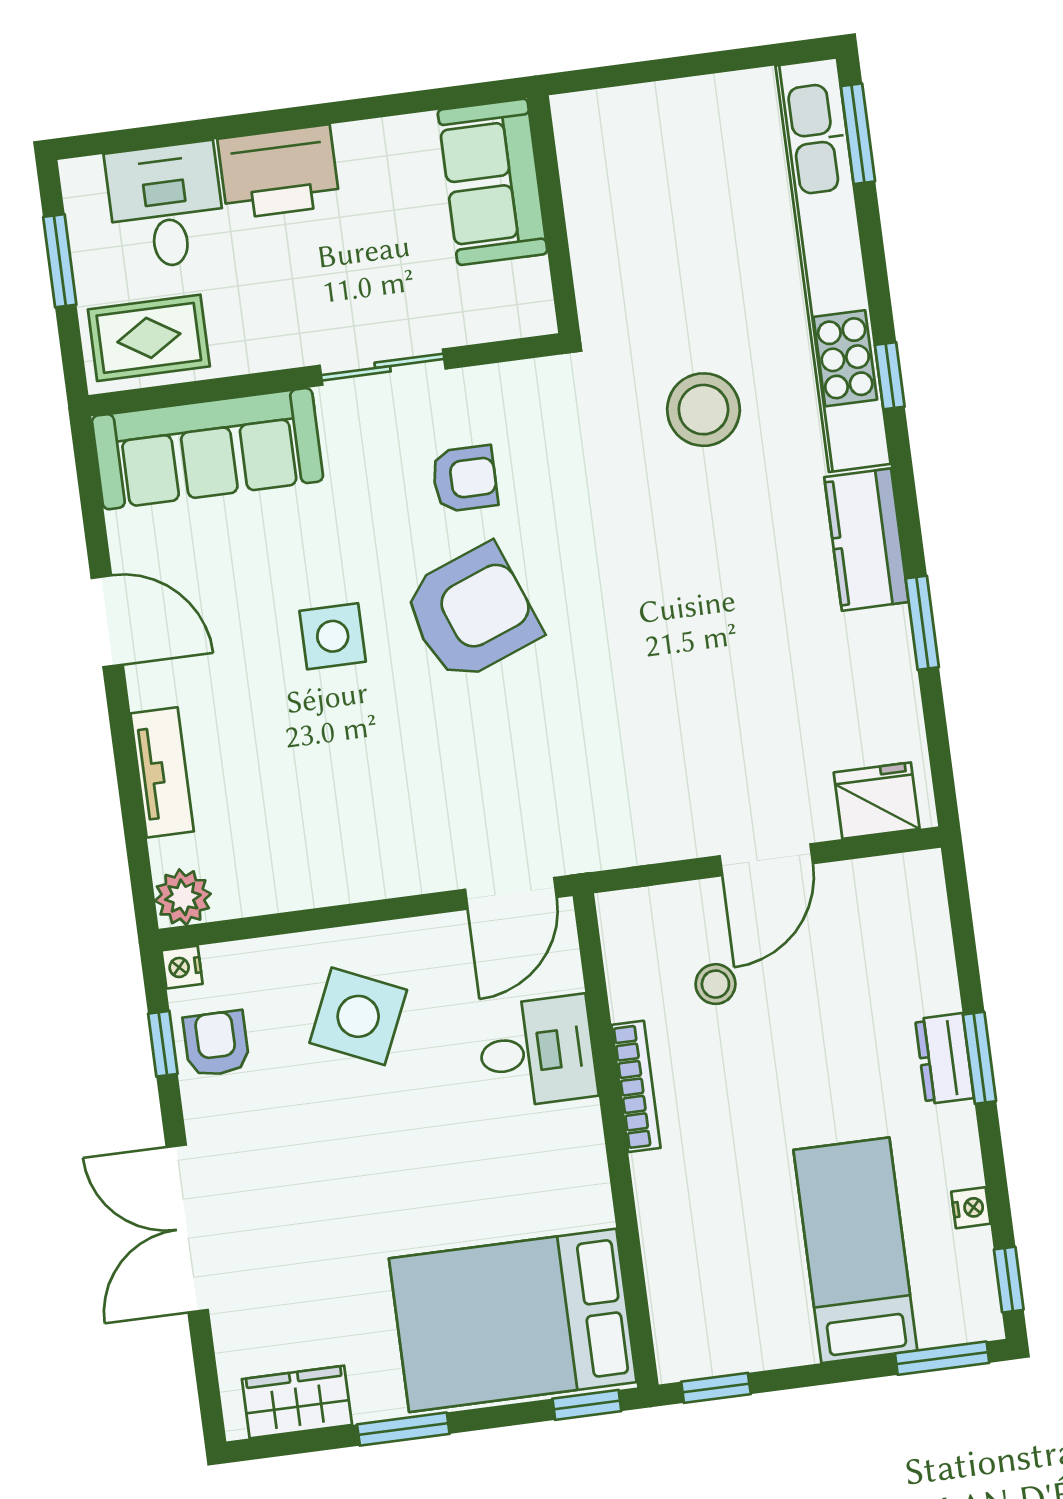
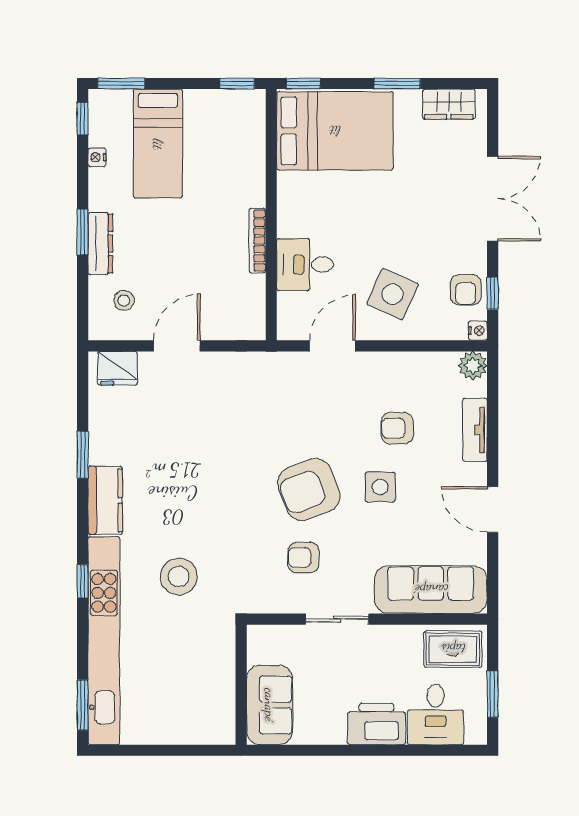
armchair: (314, 755) -> (397, 428), added
door: (511, 893) -> (333, 346), moved
stool: (715, 984) -> (124, 301), moved
dresser: (944, 1059) -> (100, 244), width x1.44

